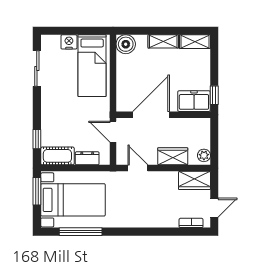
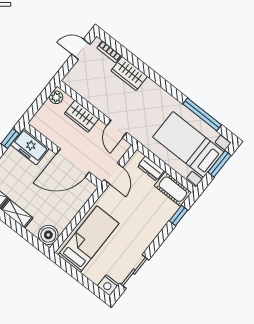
nightstand: (69, 42) -> (108, 285), moved
wardrobe: (194, 180) -> (129, 74), moved, turned 180
window: (37, 191) -> (220, 164), moved

